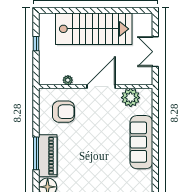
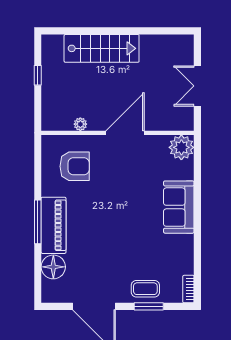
stairs: (94, 29) -> (102, 48), width x0.73, depth x0.66
plant: (131, 98) -> (181, 147), moved
sofa: (141, 142) -> (179, 207), width x0.73

